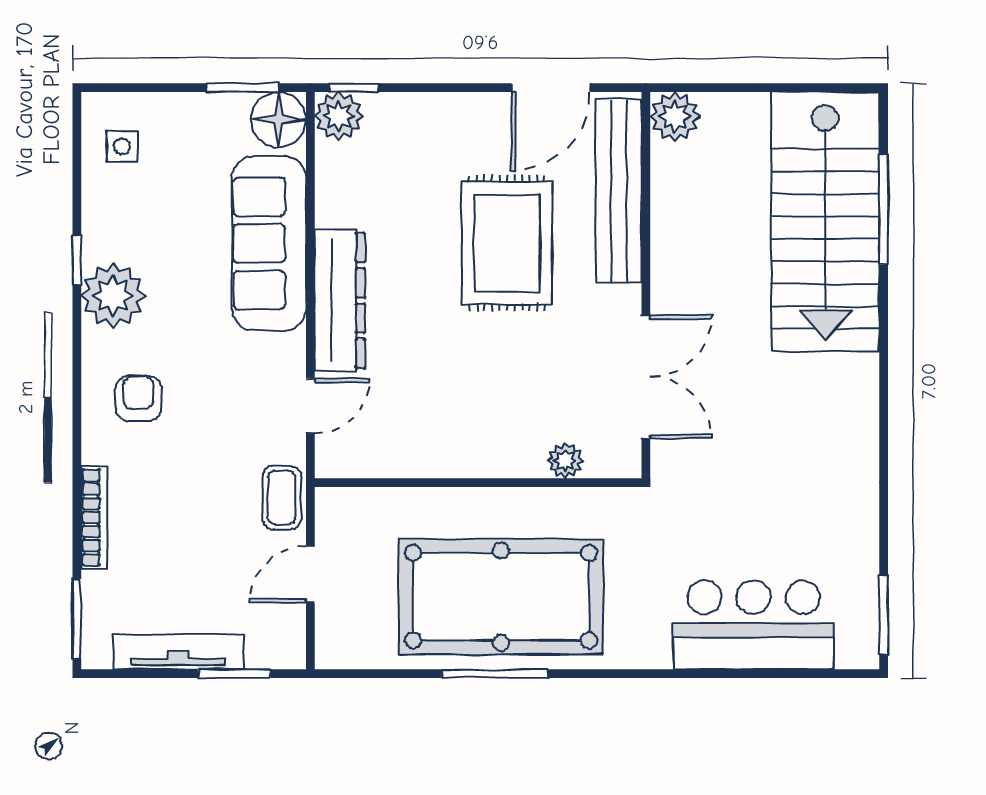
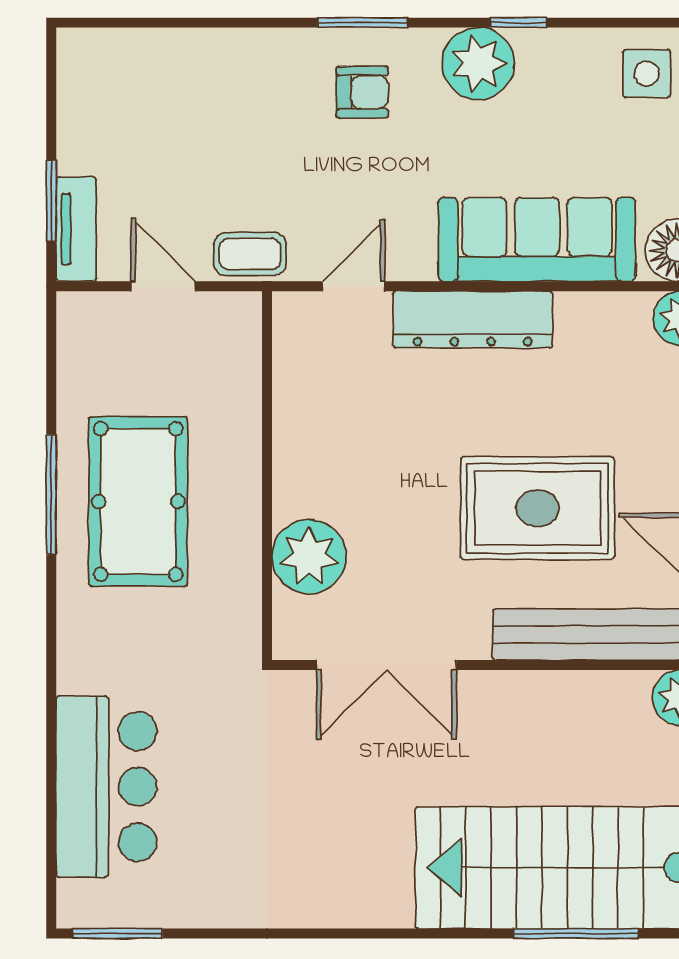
side table: (122, 146) -> (647, 74), width x1.37, depth x1.37
door: (310, 406) -> (354, 286), swing flipped
plant: (565, 461) -> (309, 557), width x1.88, depth x1.88
bookcase: (94, 517) -> (228, 42), removed
pool table: (501, 597) -> (138, 501), width x0.73, depth x0.76
window: (77, 619) -> (363, 23), moved
tv unit: (178, 652) -> (76, 229), moved, width x0.71

